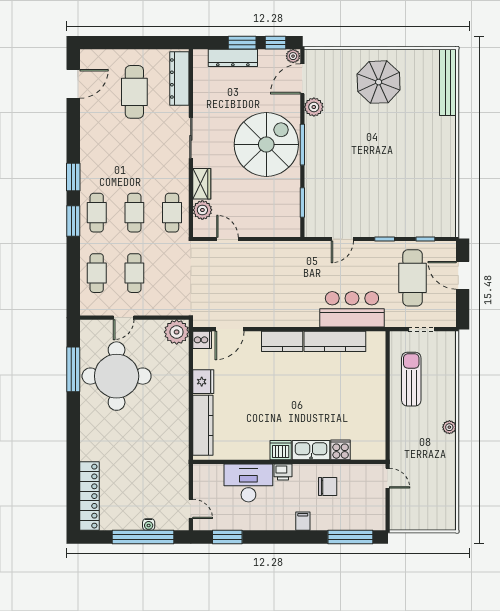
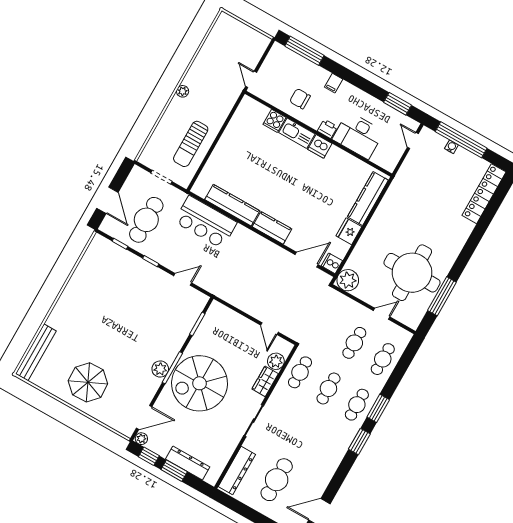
plant: (314, 107) -> (160, 369), moved

